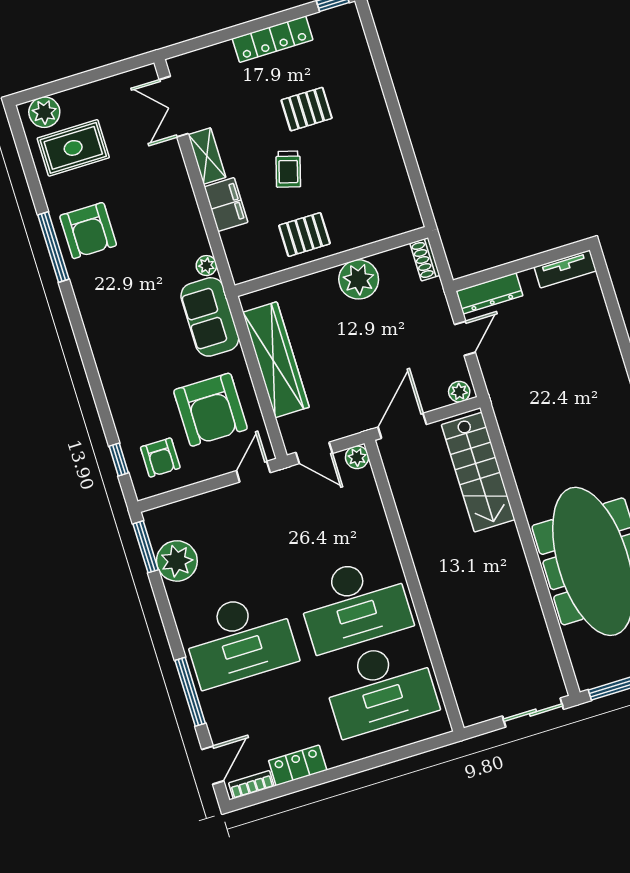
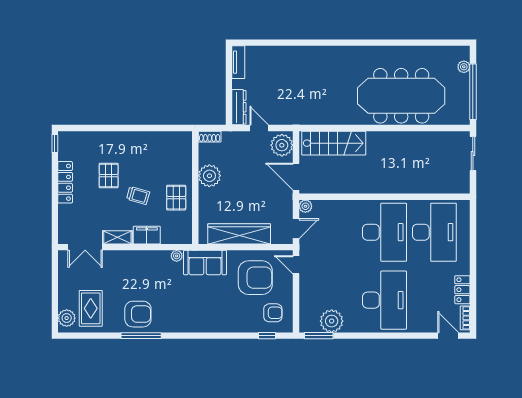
plant: (459, 392) -> (282, 145), width x1.87, depth x1.87
window: (190, 692) -> (405, 336), removed

